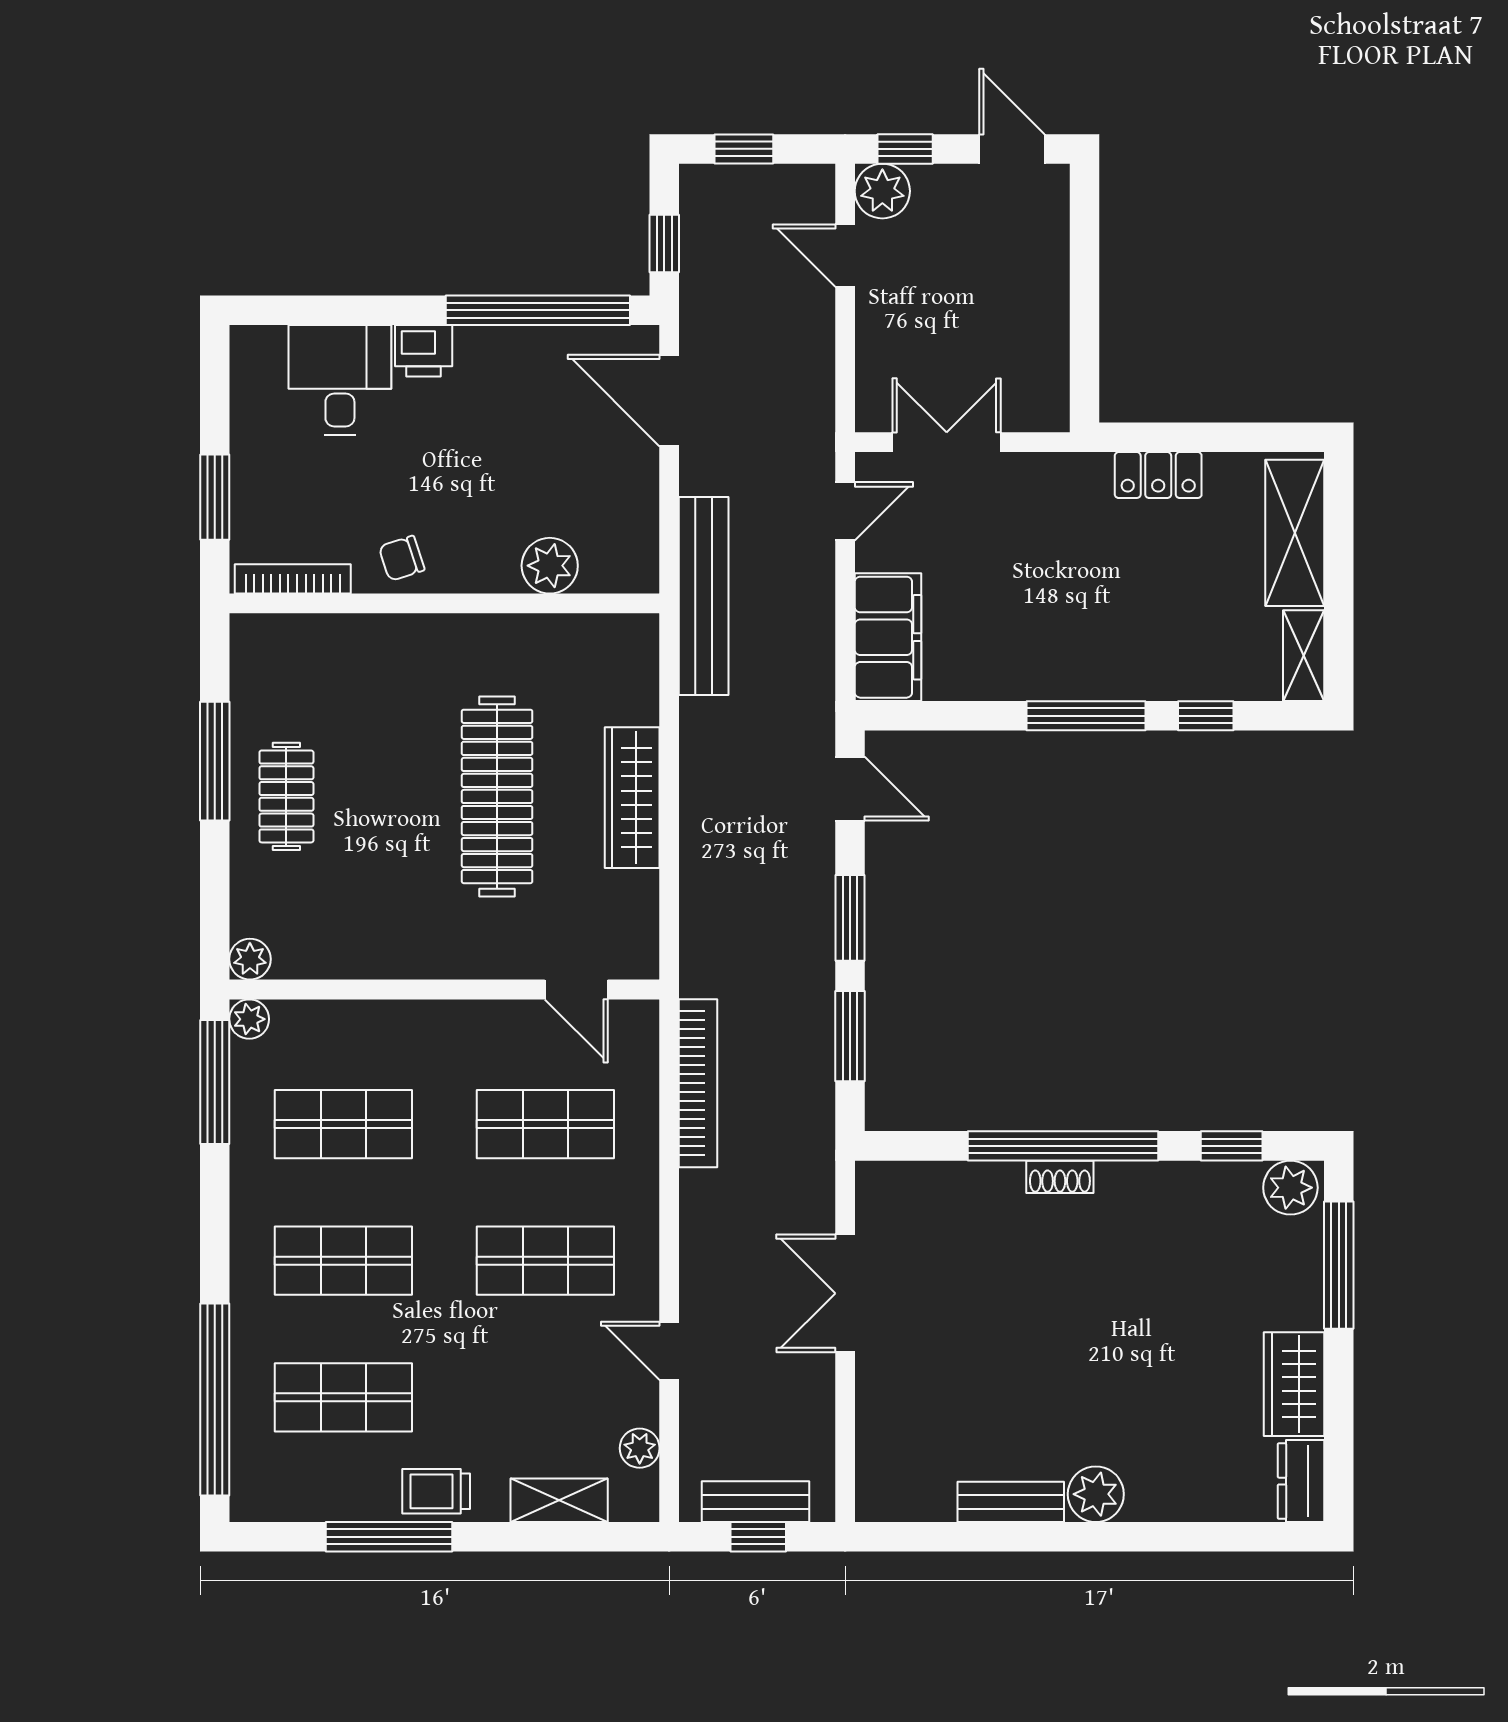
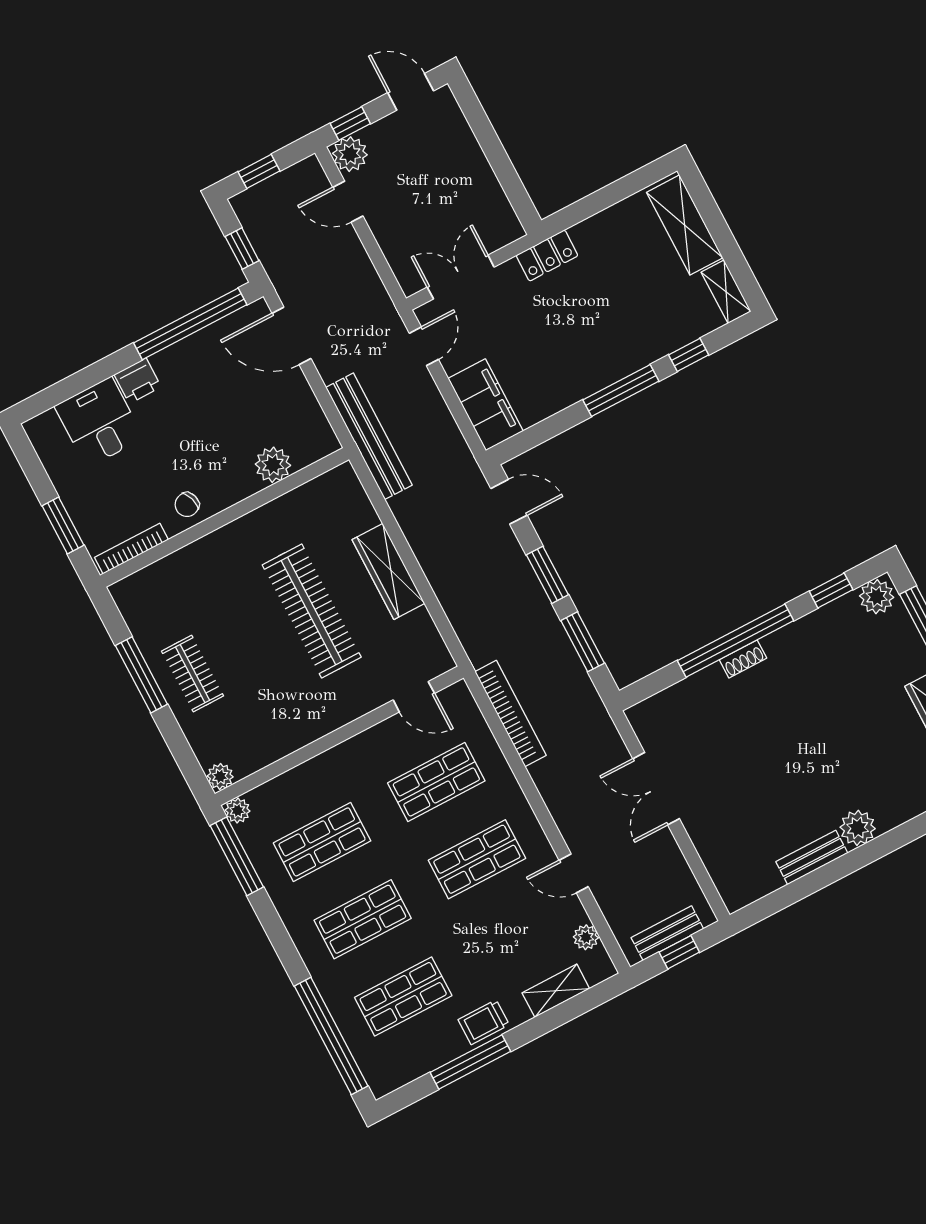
locker: (1158, 475) -> (547, 255), moved

